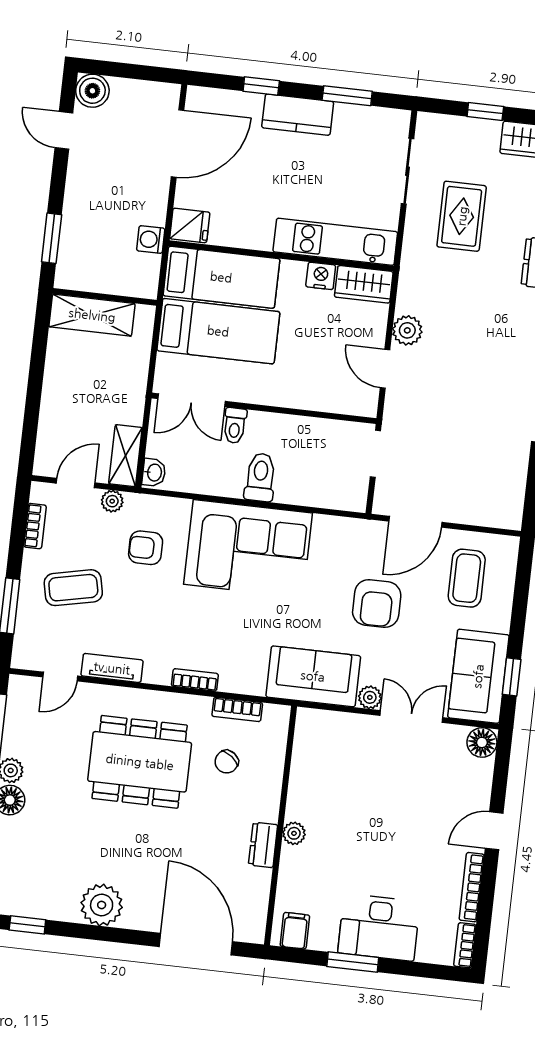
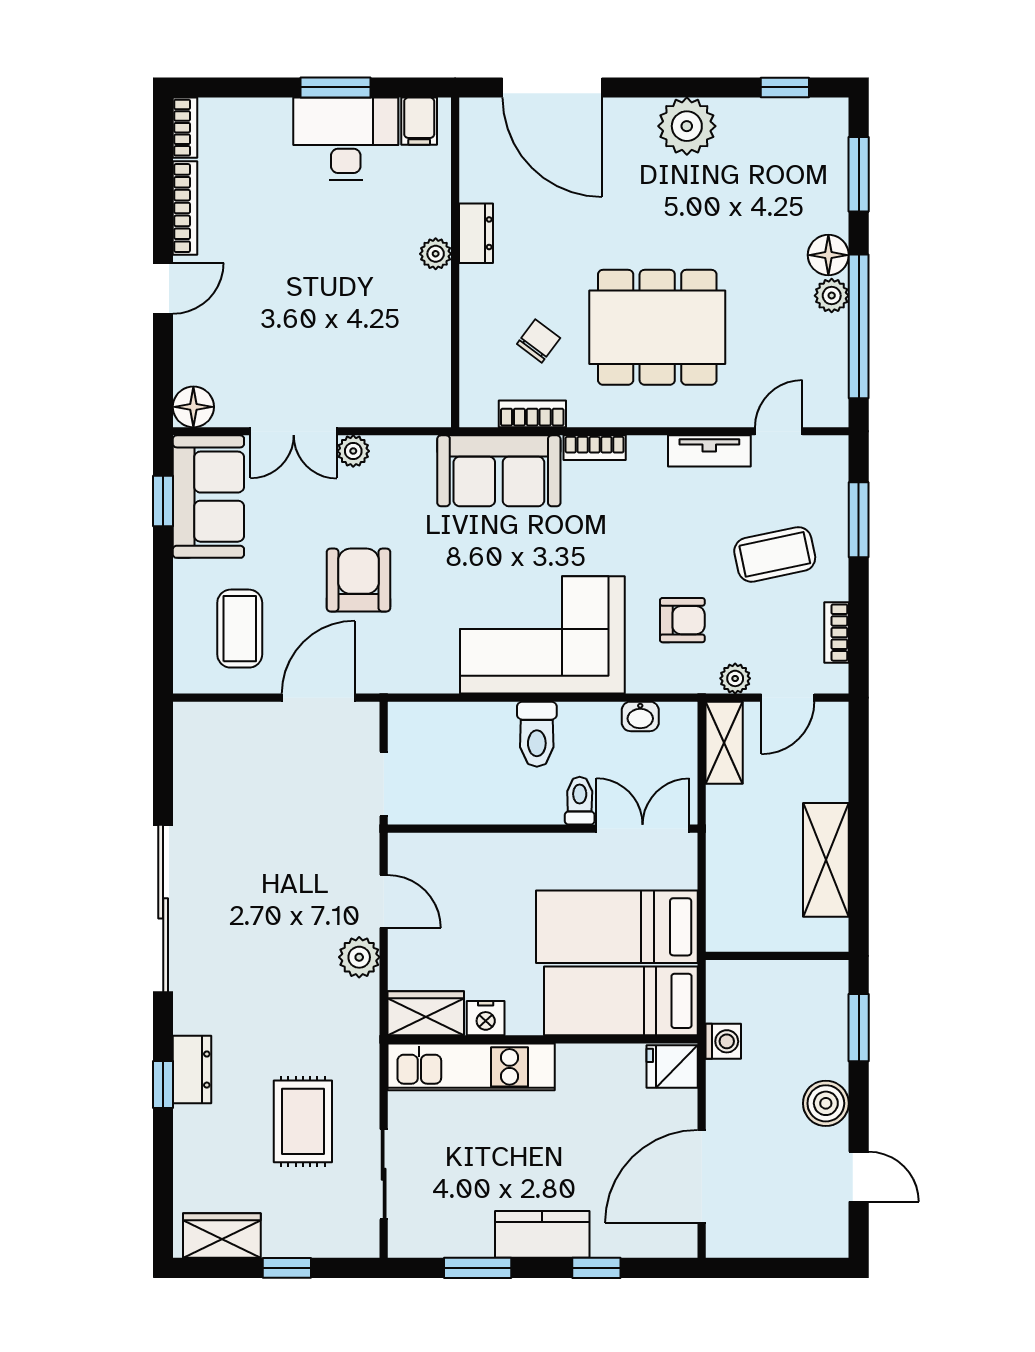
boiler: (92, 91) -> (826, 1103), moved
shelving: (92, 315) -> (826, 860), moved, turned 90
washbasin: (154, 472) -> (640, 716), moved, turned -90
sofa: (313, 676) -> (499, 471), moved
desk: (379, 927) -> (346, 139), moved

